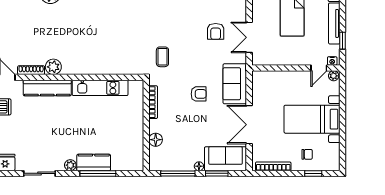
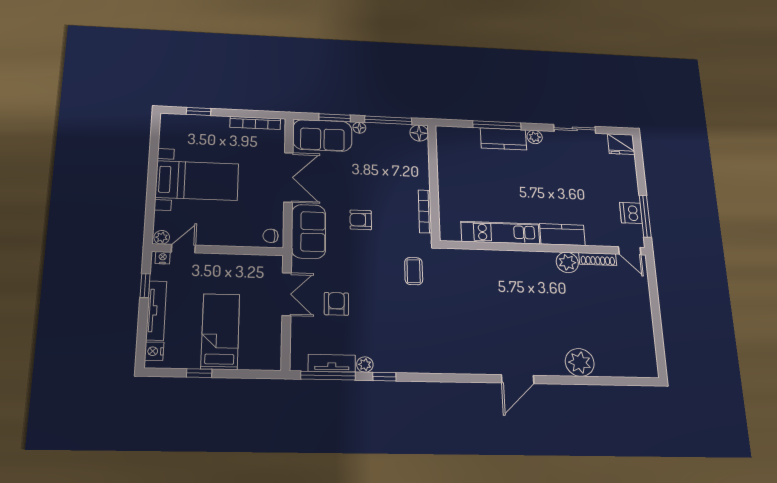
kitchen counter: (47, 88) -> (562, 235), width x0.67
floor lamp: (156, 140) -> (419, 133), moved
chair: (307, 154) -> (271, 236), moved

